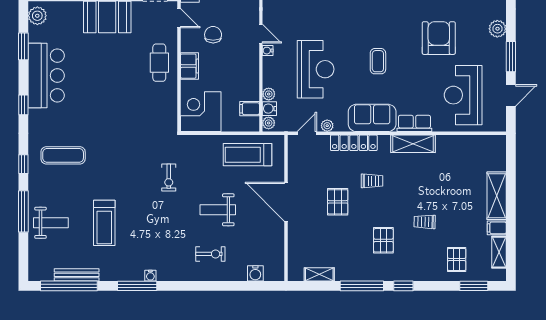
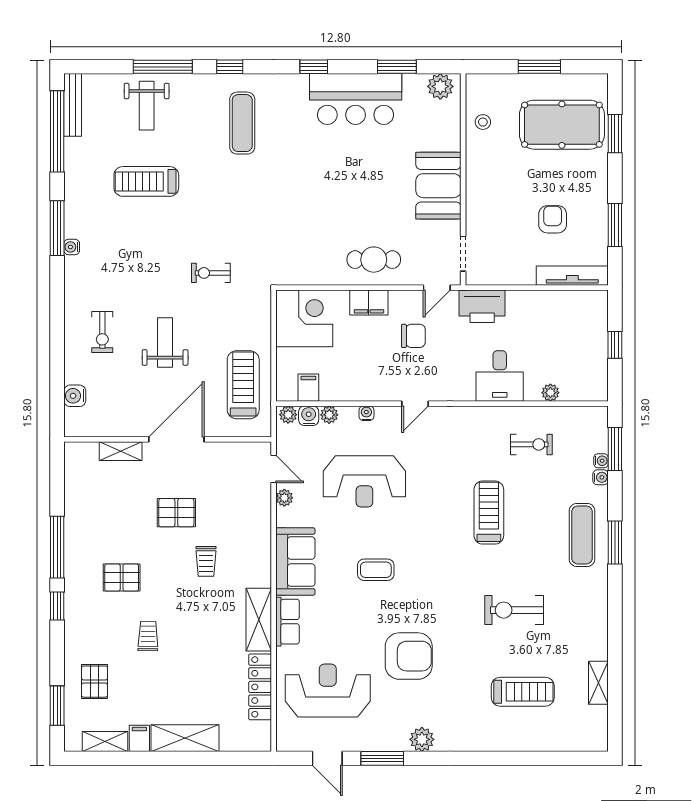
water cooler: (268, 51) -> (366, 413), moved
locker: (354, 143) -> (260, 687), moved
pallet: (457, 260) -> (94, 682), turned 90
shelving: (319, 274) -> (121, 451), moved, turned 90
bench: (77, 275) -> (73, 105), moved

